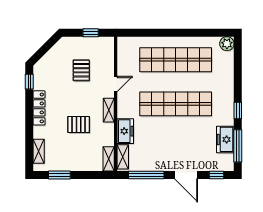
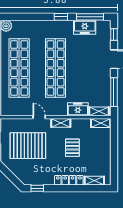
pallet: (81, 70) -> (28, 146), width x2.05, depth x2.00
locker: (39, 108) -> (69, 180), moved
window: (59, 175) -> (114, 164), removed

